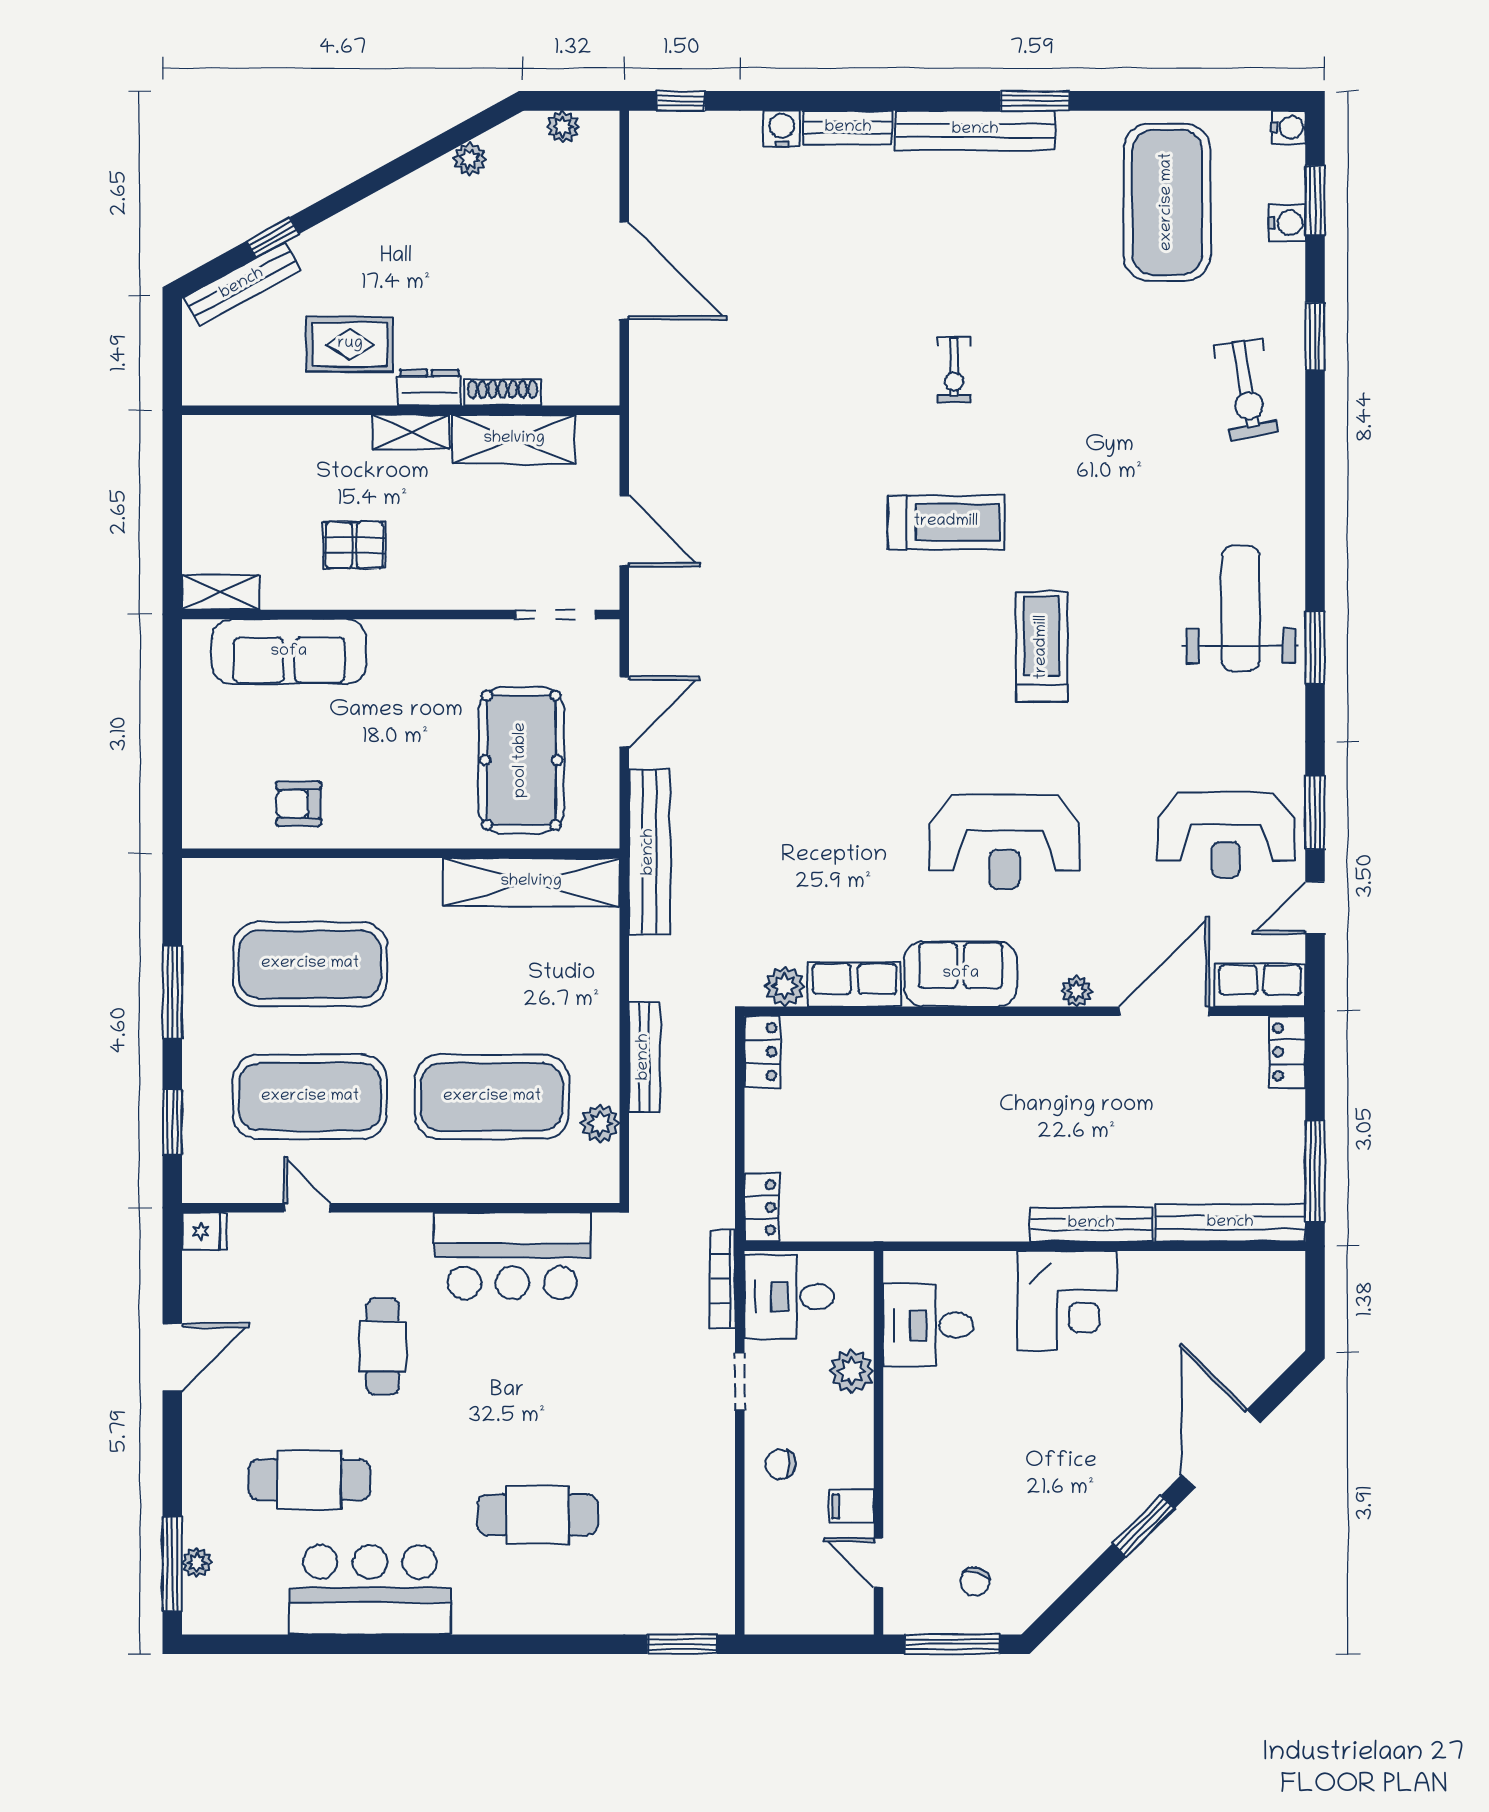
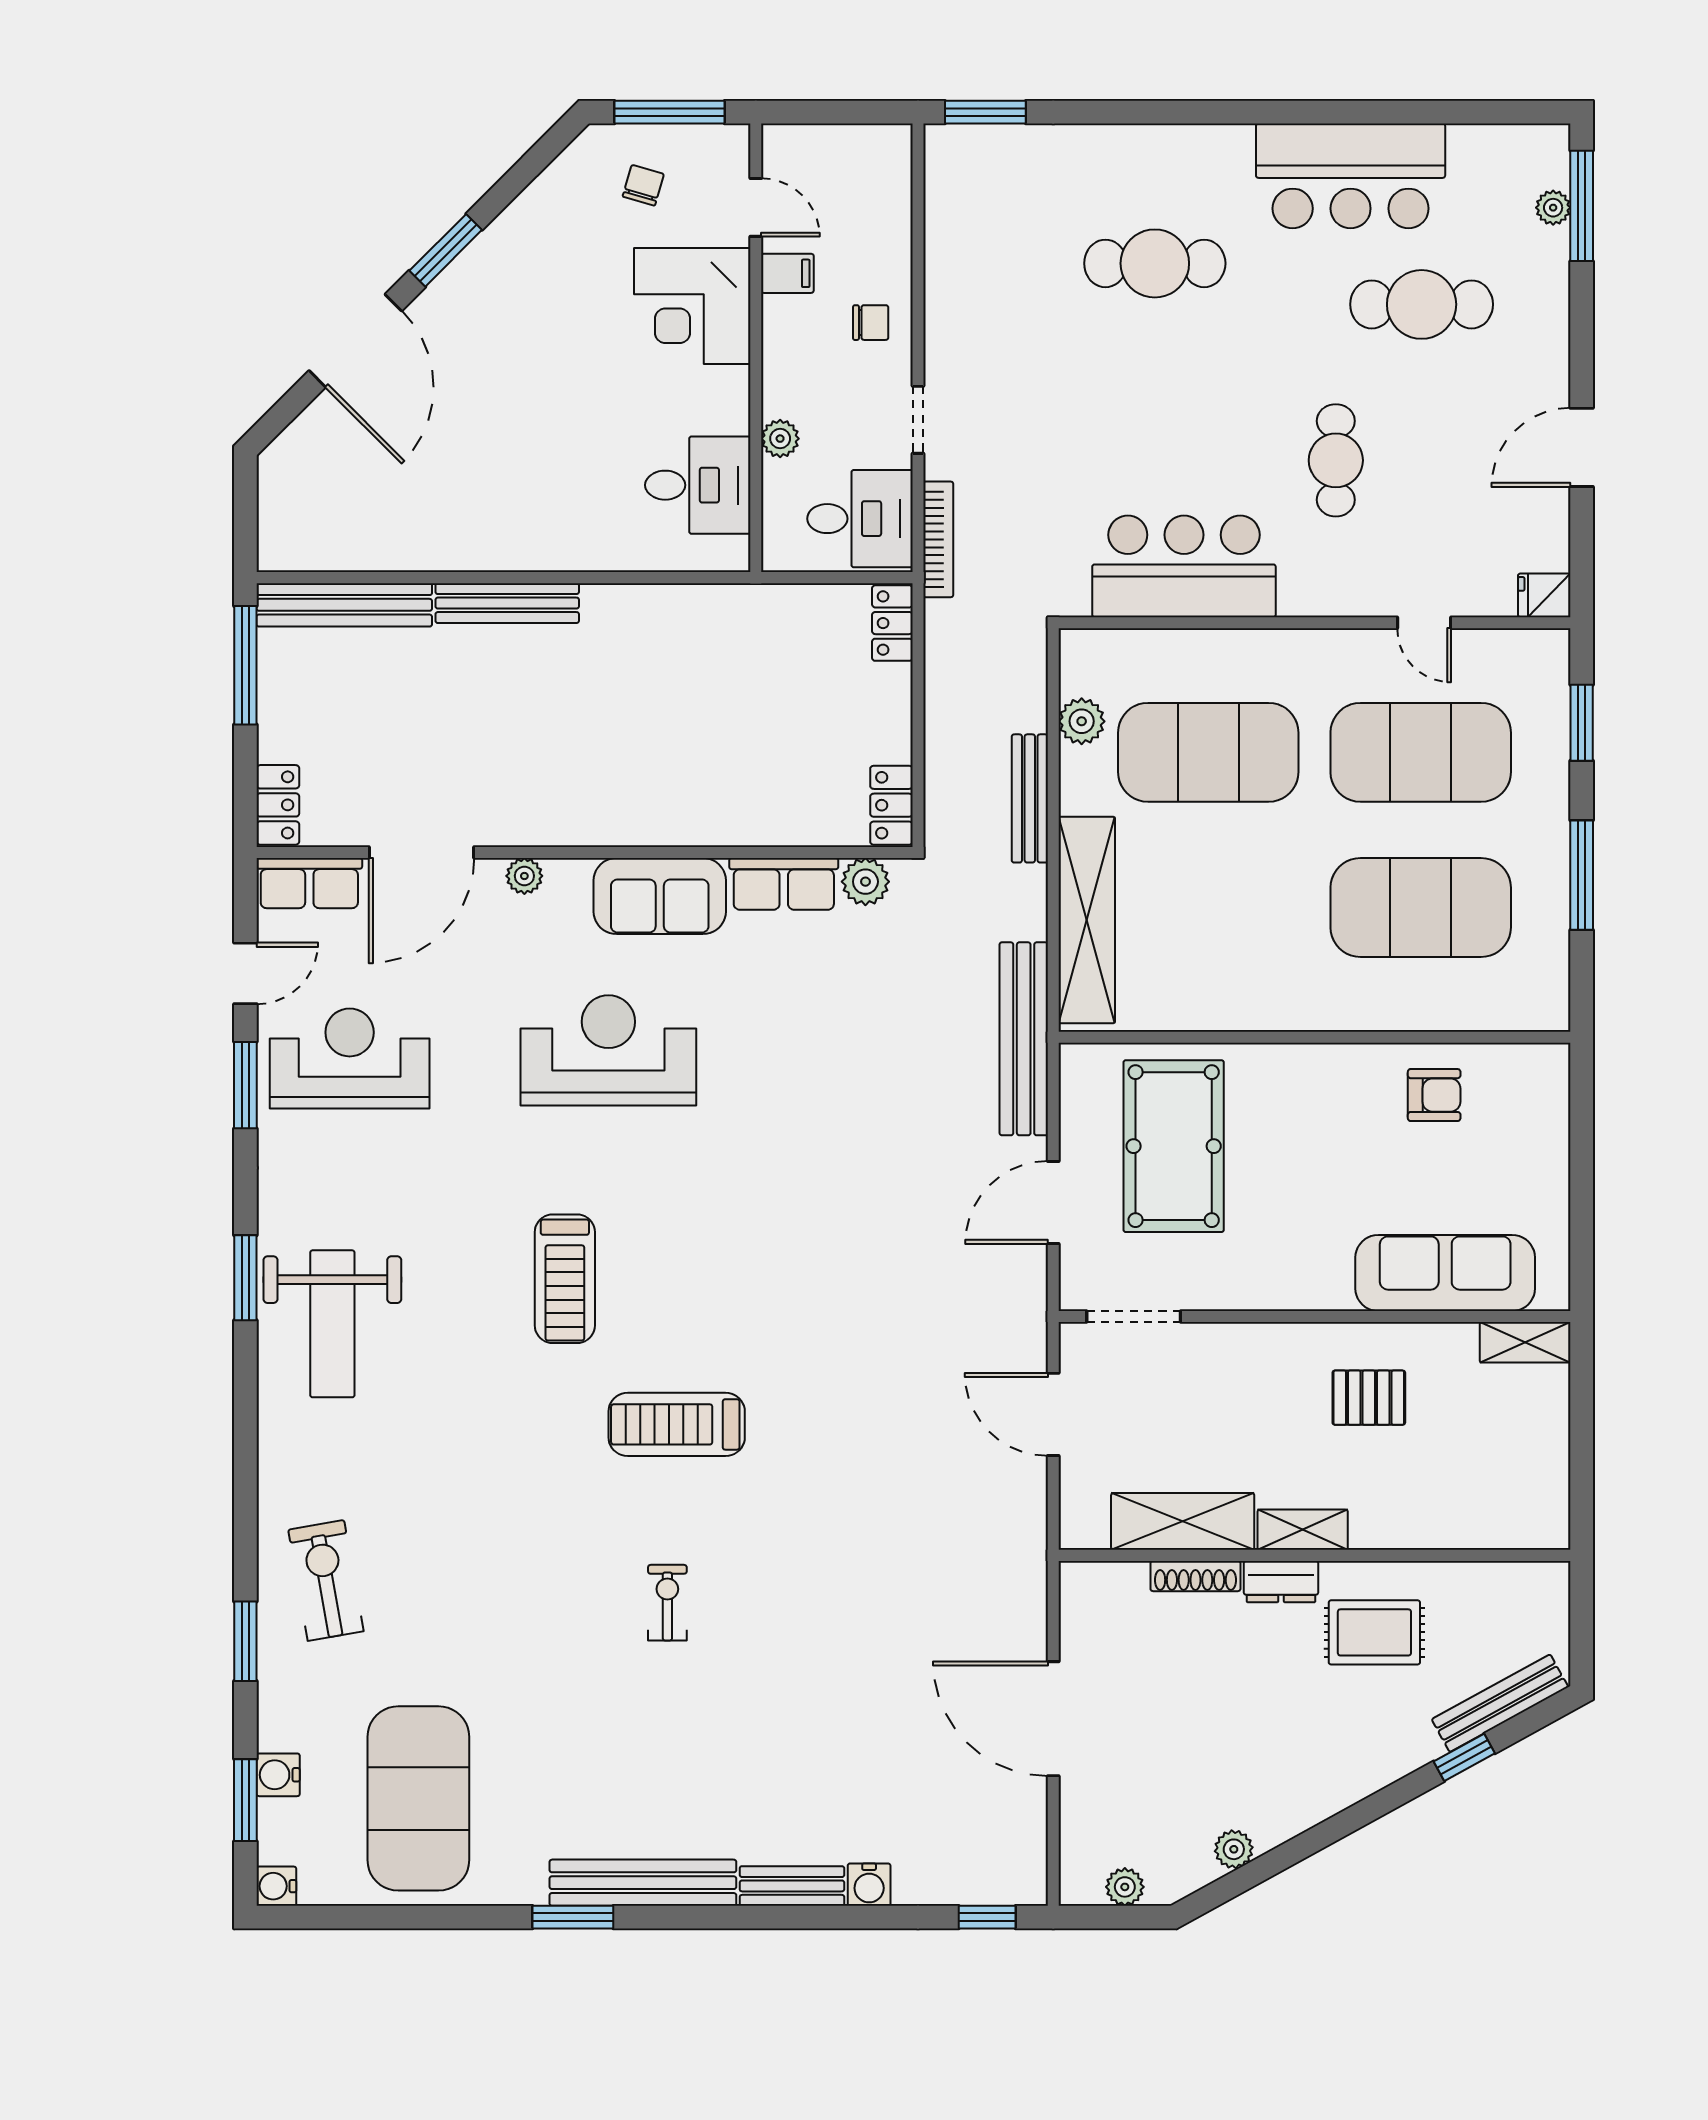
shelving: (531, 882) -> (1087, 920), moved, turned 90
corner desk: (1067, 1301) -> (692, 306), moved, turned -90
plant: (852, 1371) -> (780, 439), width x0.73, depth x0.73

